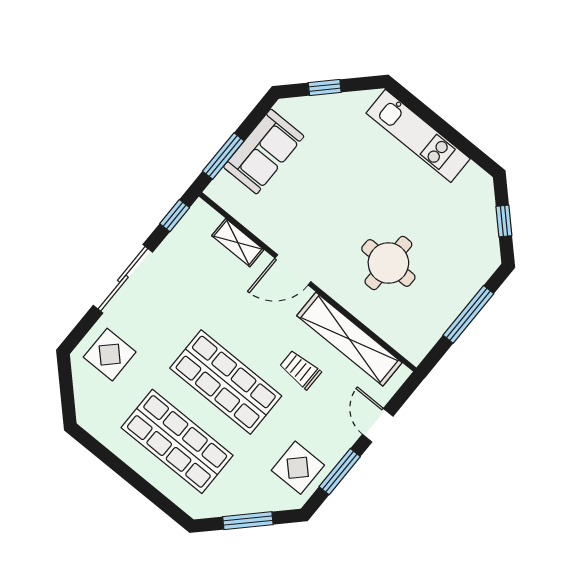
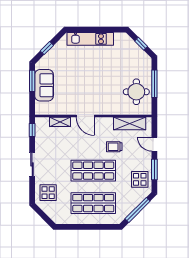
window: (223, 156) -> (32, 81), moved
round table: (388, 263) -> (136, 92), moved
door: (293, 270) -> (85, 116), hinge flipped
sliding door: (123, 279) -> (32, 164), width x0.73
shelving: (349, 339) -> (130, 124), width x0.68
window: (248, 521) -> (138, 210), width x1.44

